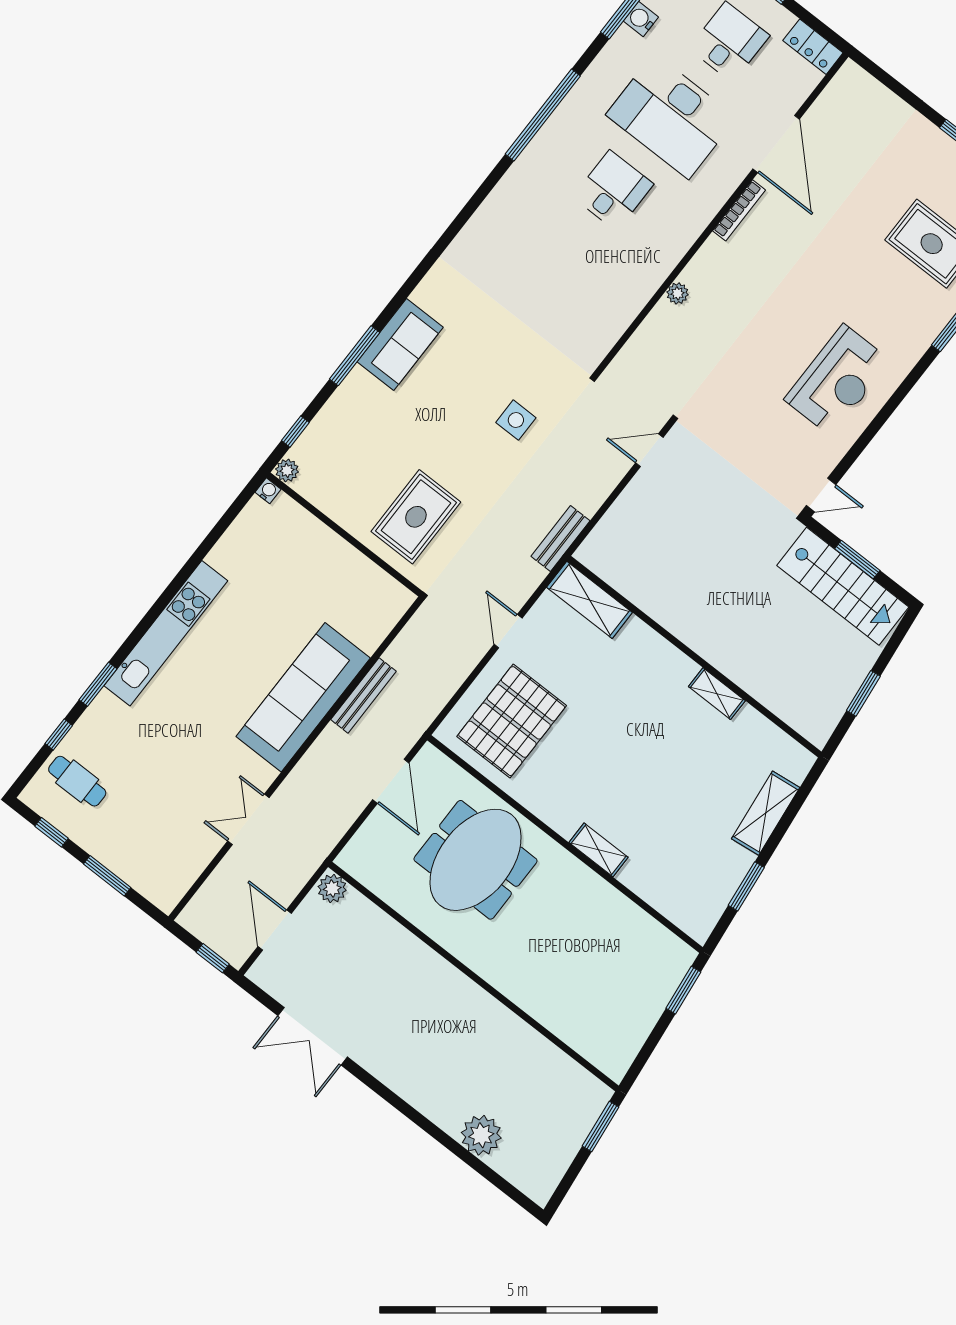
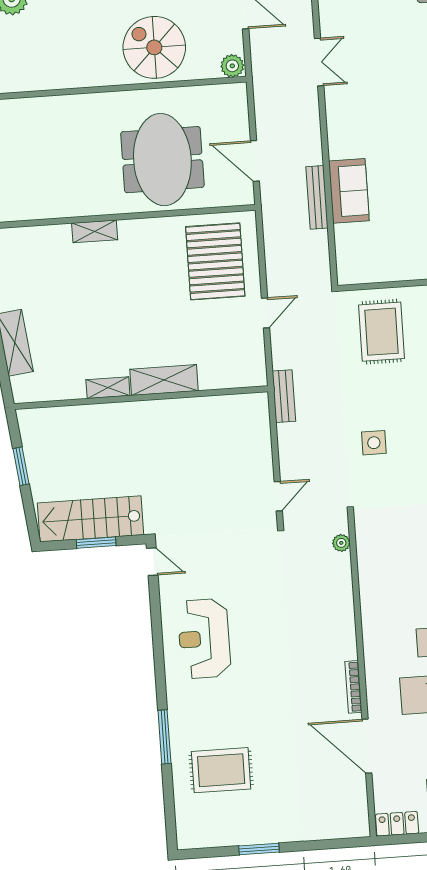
plant: (678, 293) -> (341, 543), moved
door: (821, 495) -> (152, 562), swing flipped
shelving: (589, 600) -> (164, 380), moved
door: (508, 631) -> (265, 313), hinge flipped
sofa: (303, 697) -> (349, 191), width x0.54, depth x0.79
spiral stairs: (389, 971) -> (154, 47), added

